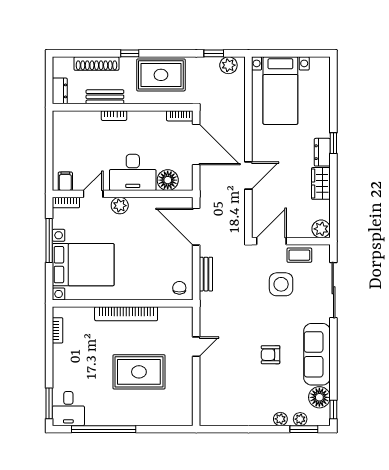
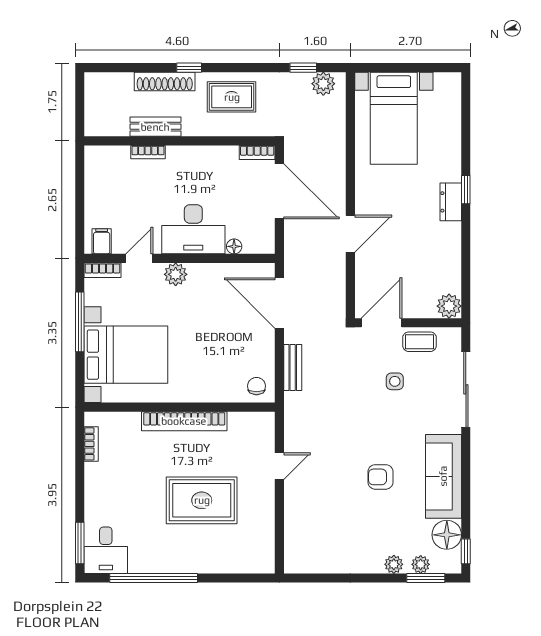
shoe rack: (96, 64) -> (165, 81), moved
rug: (161, 75) -> (232, 97), width x0.73, depth x0.70
dresser: (60, 91) -> (94, 119), removed
bookcase: (114, 116) -> (148, 152), moved
floor lamp: (168, 180) -> (234, 246), width x0.53, depth x0.53
wardrobe: (321, 183) -> (449, 244), removed
side table: (281, 284) -> (395, 381), width x0.54, depth x0.54

